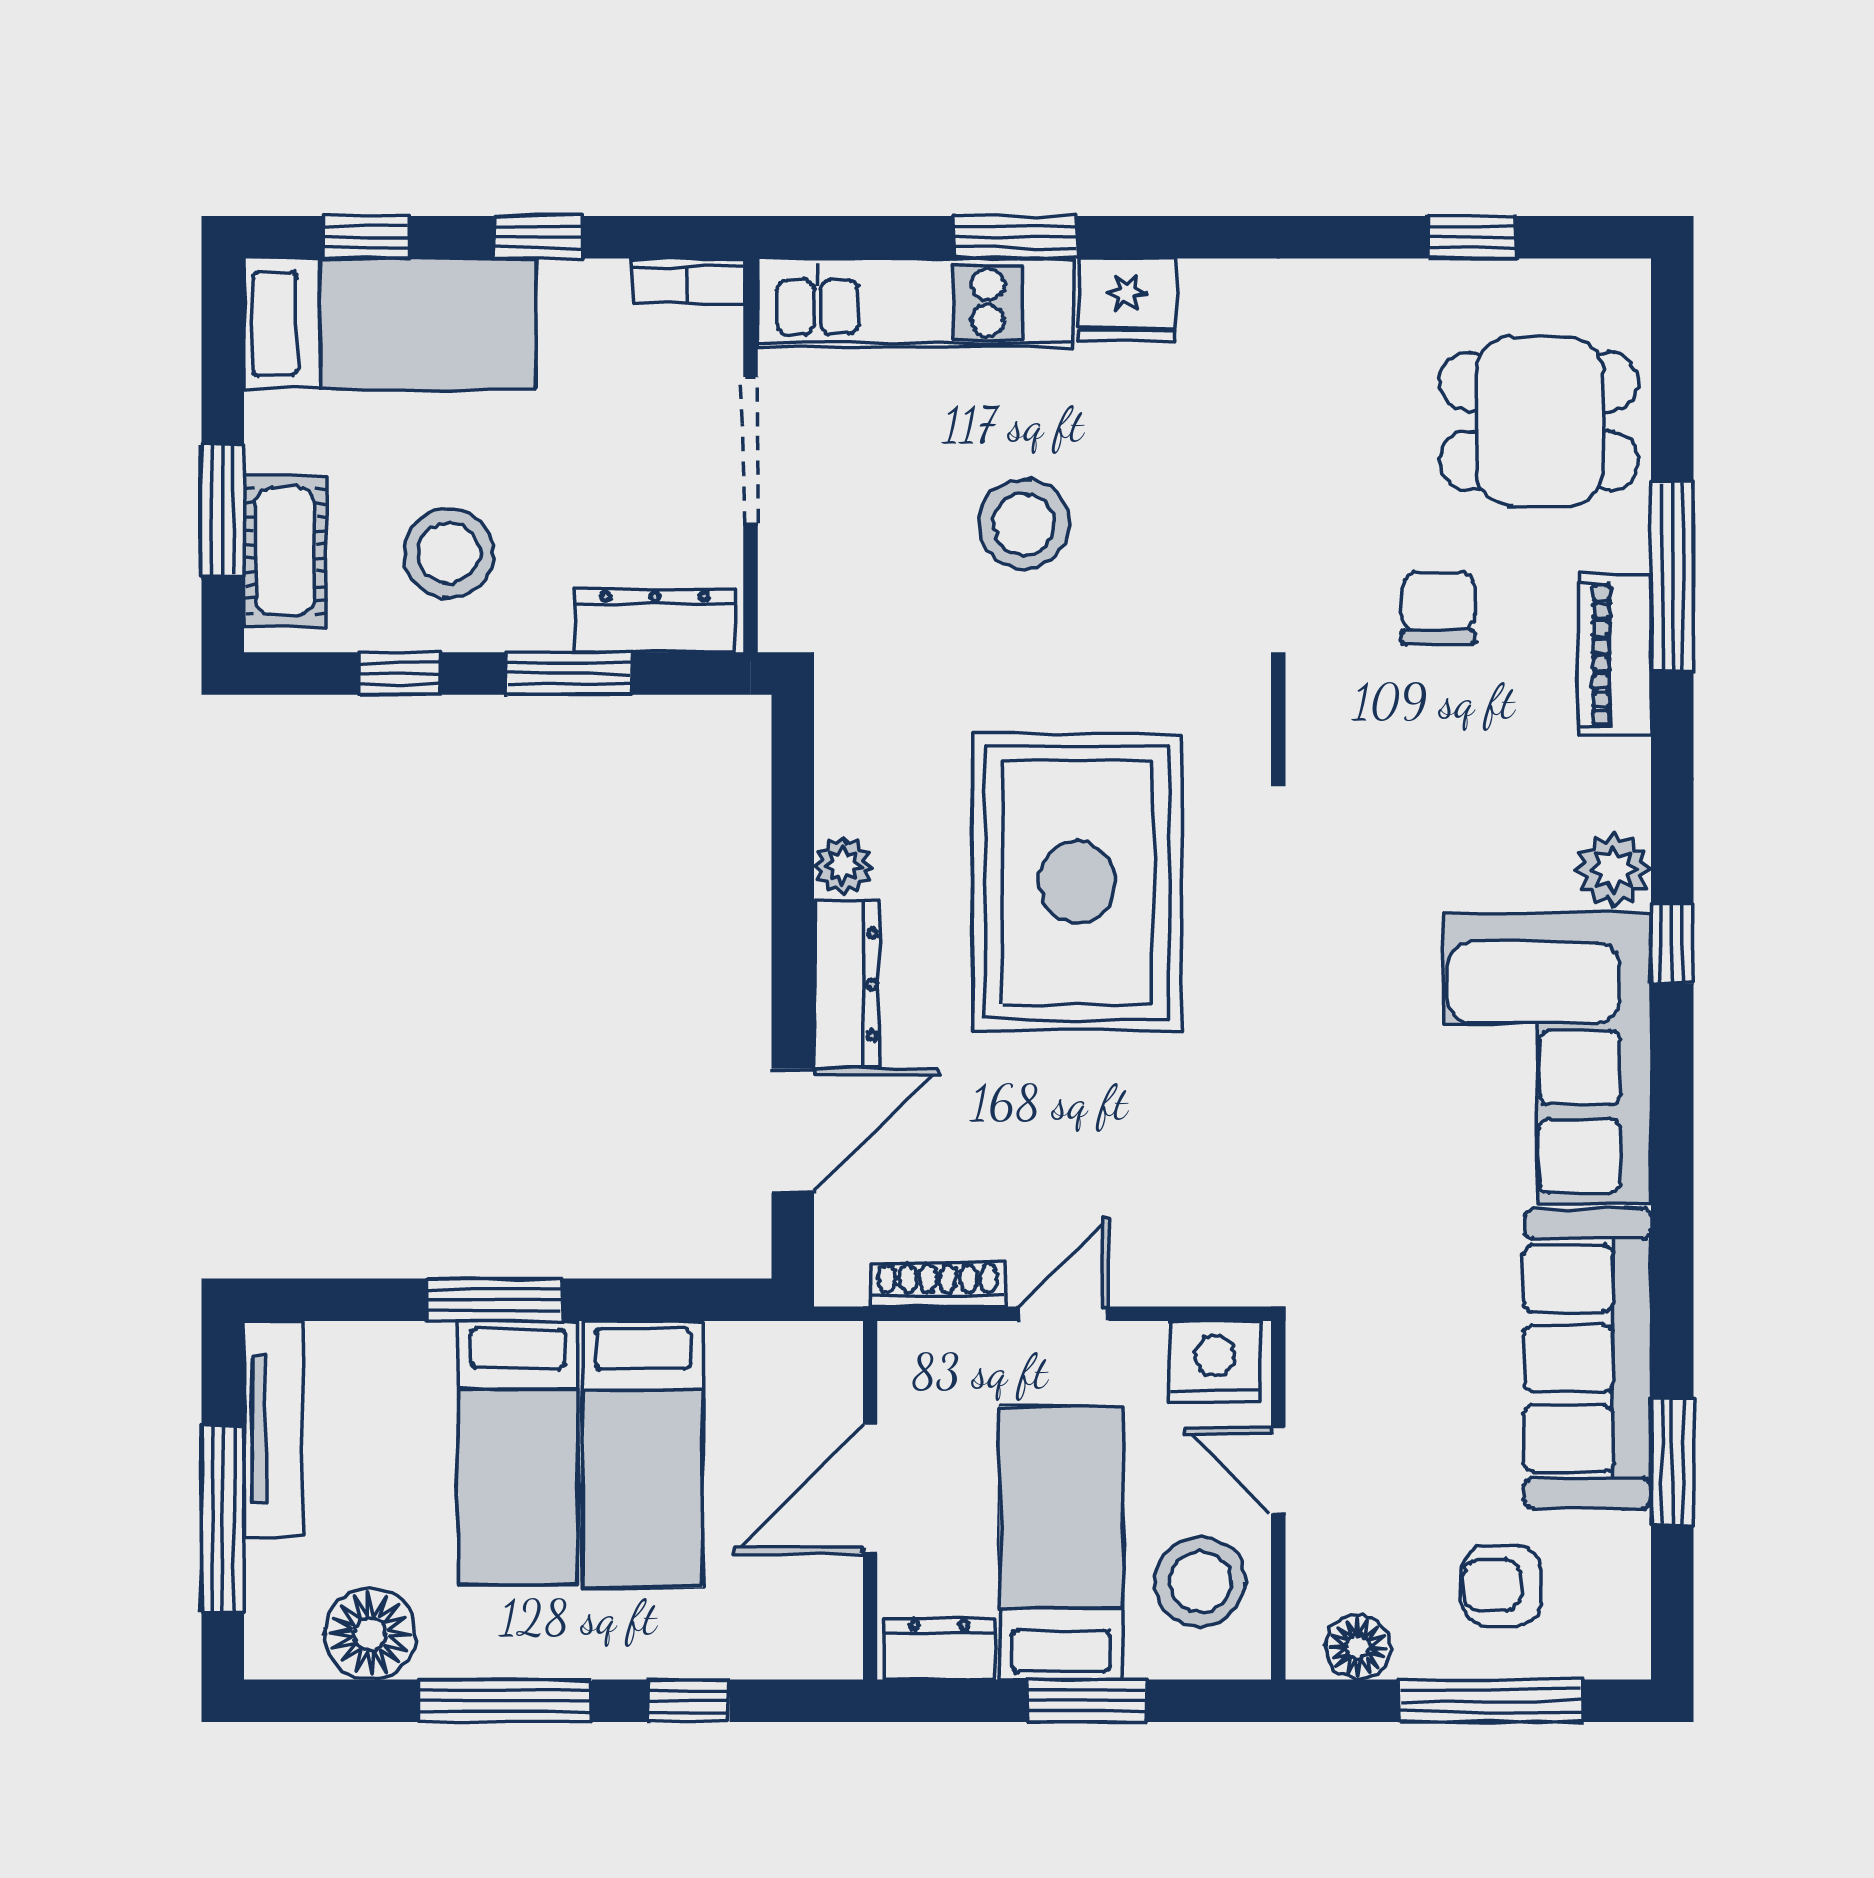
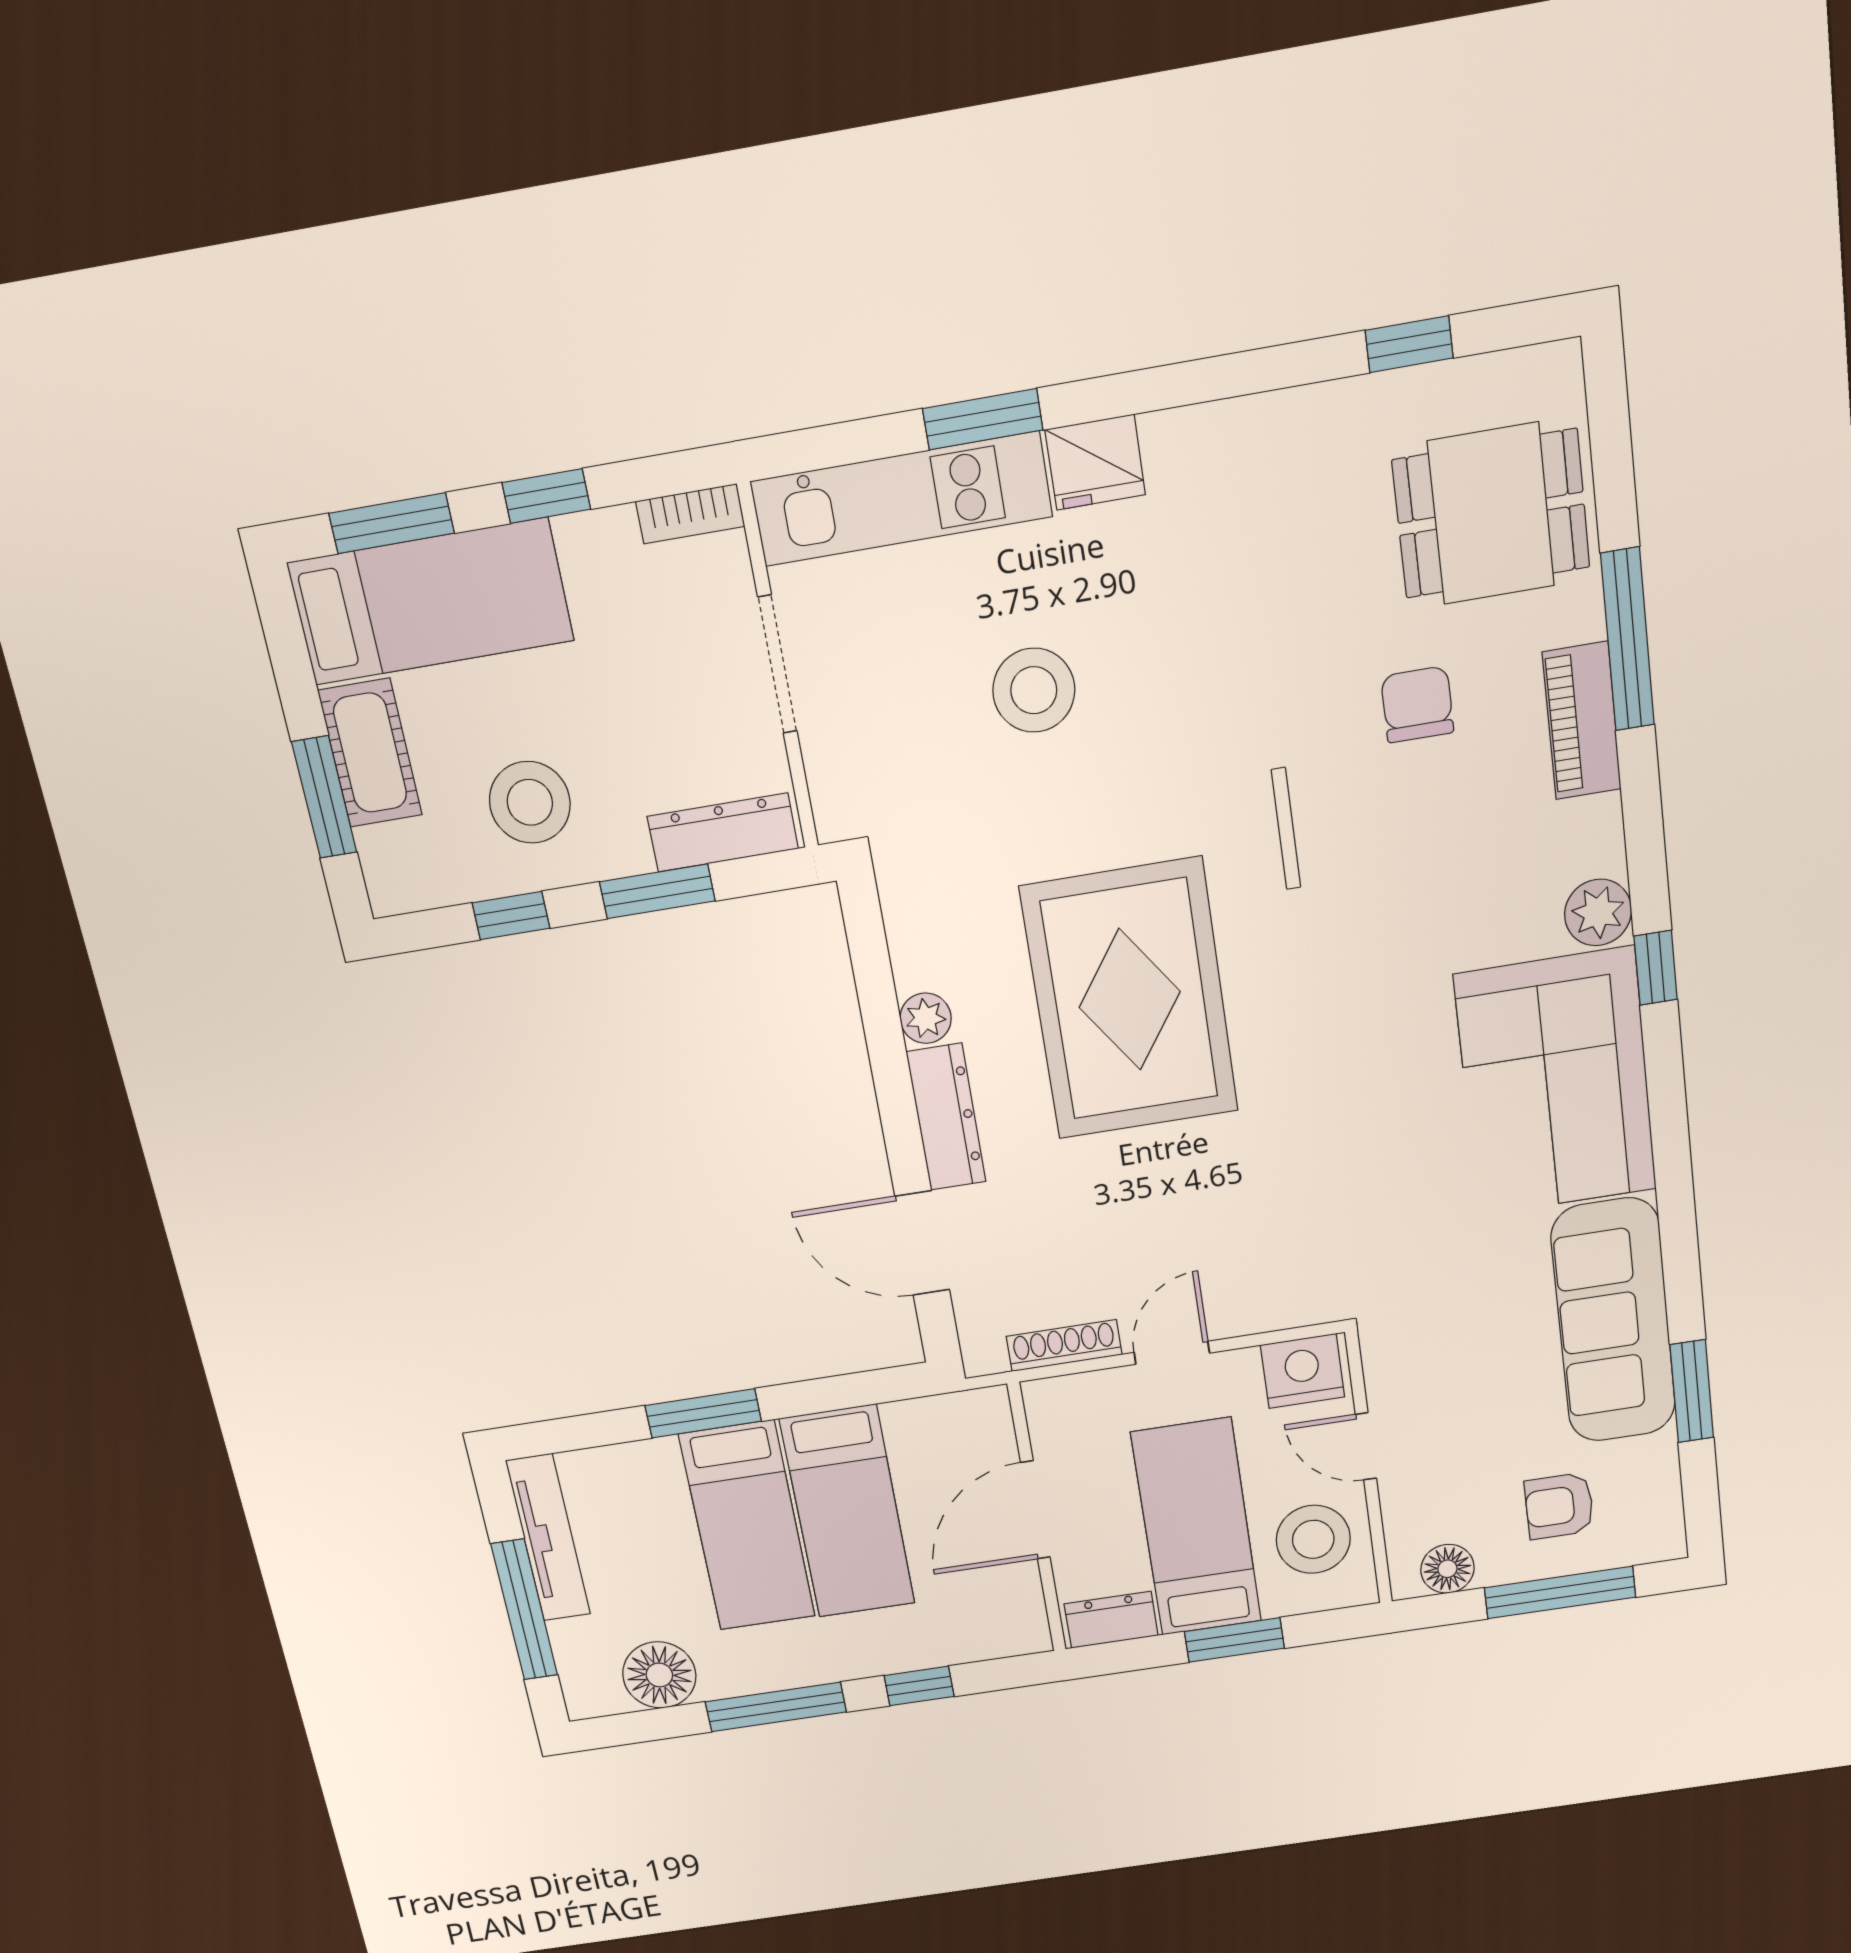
window: (367, 237) -> (392, 523), width x1.50
cot: (285, 551) -> (370, 753), moved
door: (793, 1131) -> (922, 1243), swing flipped

